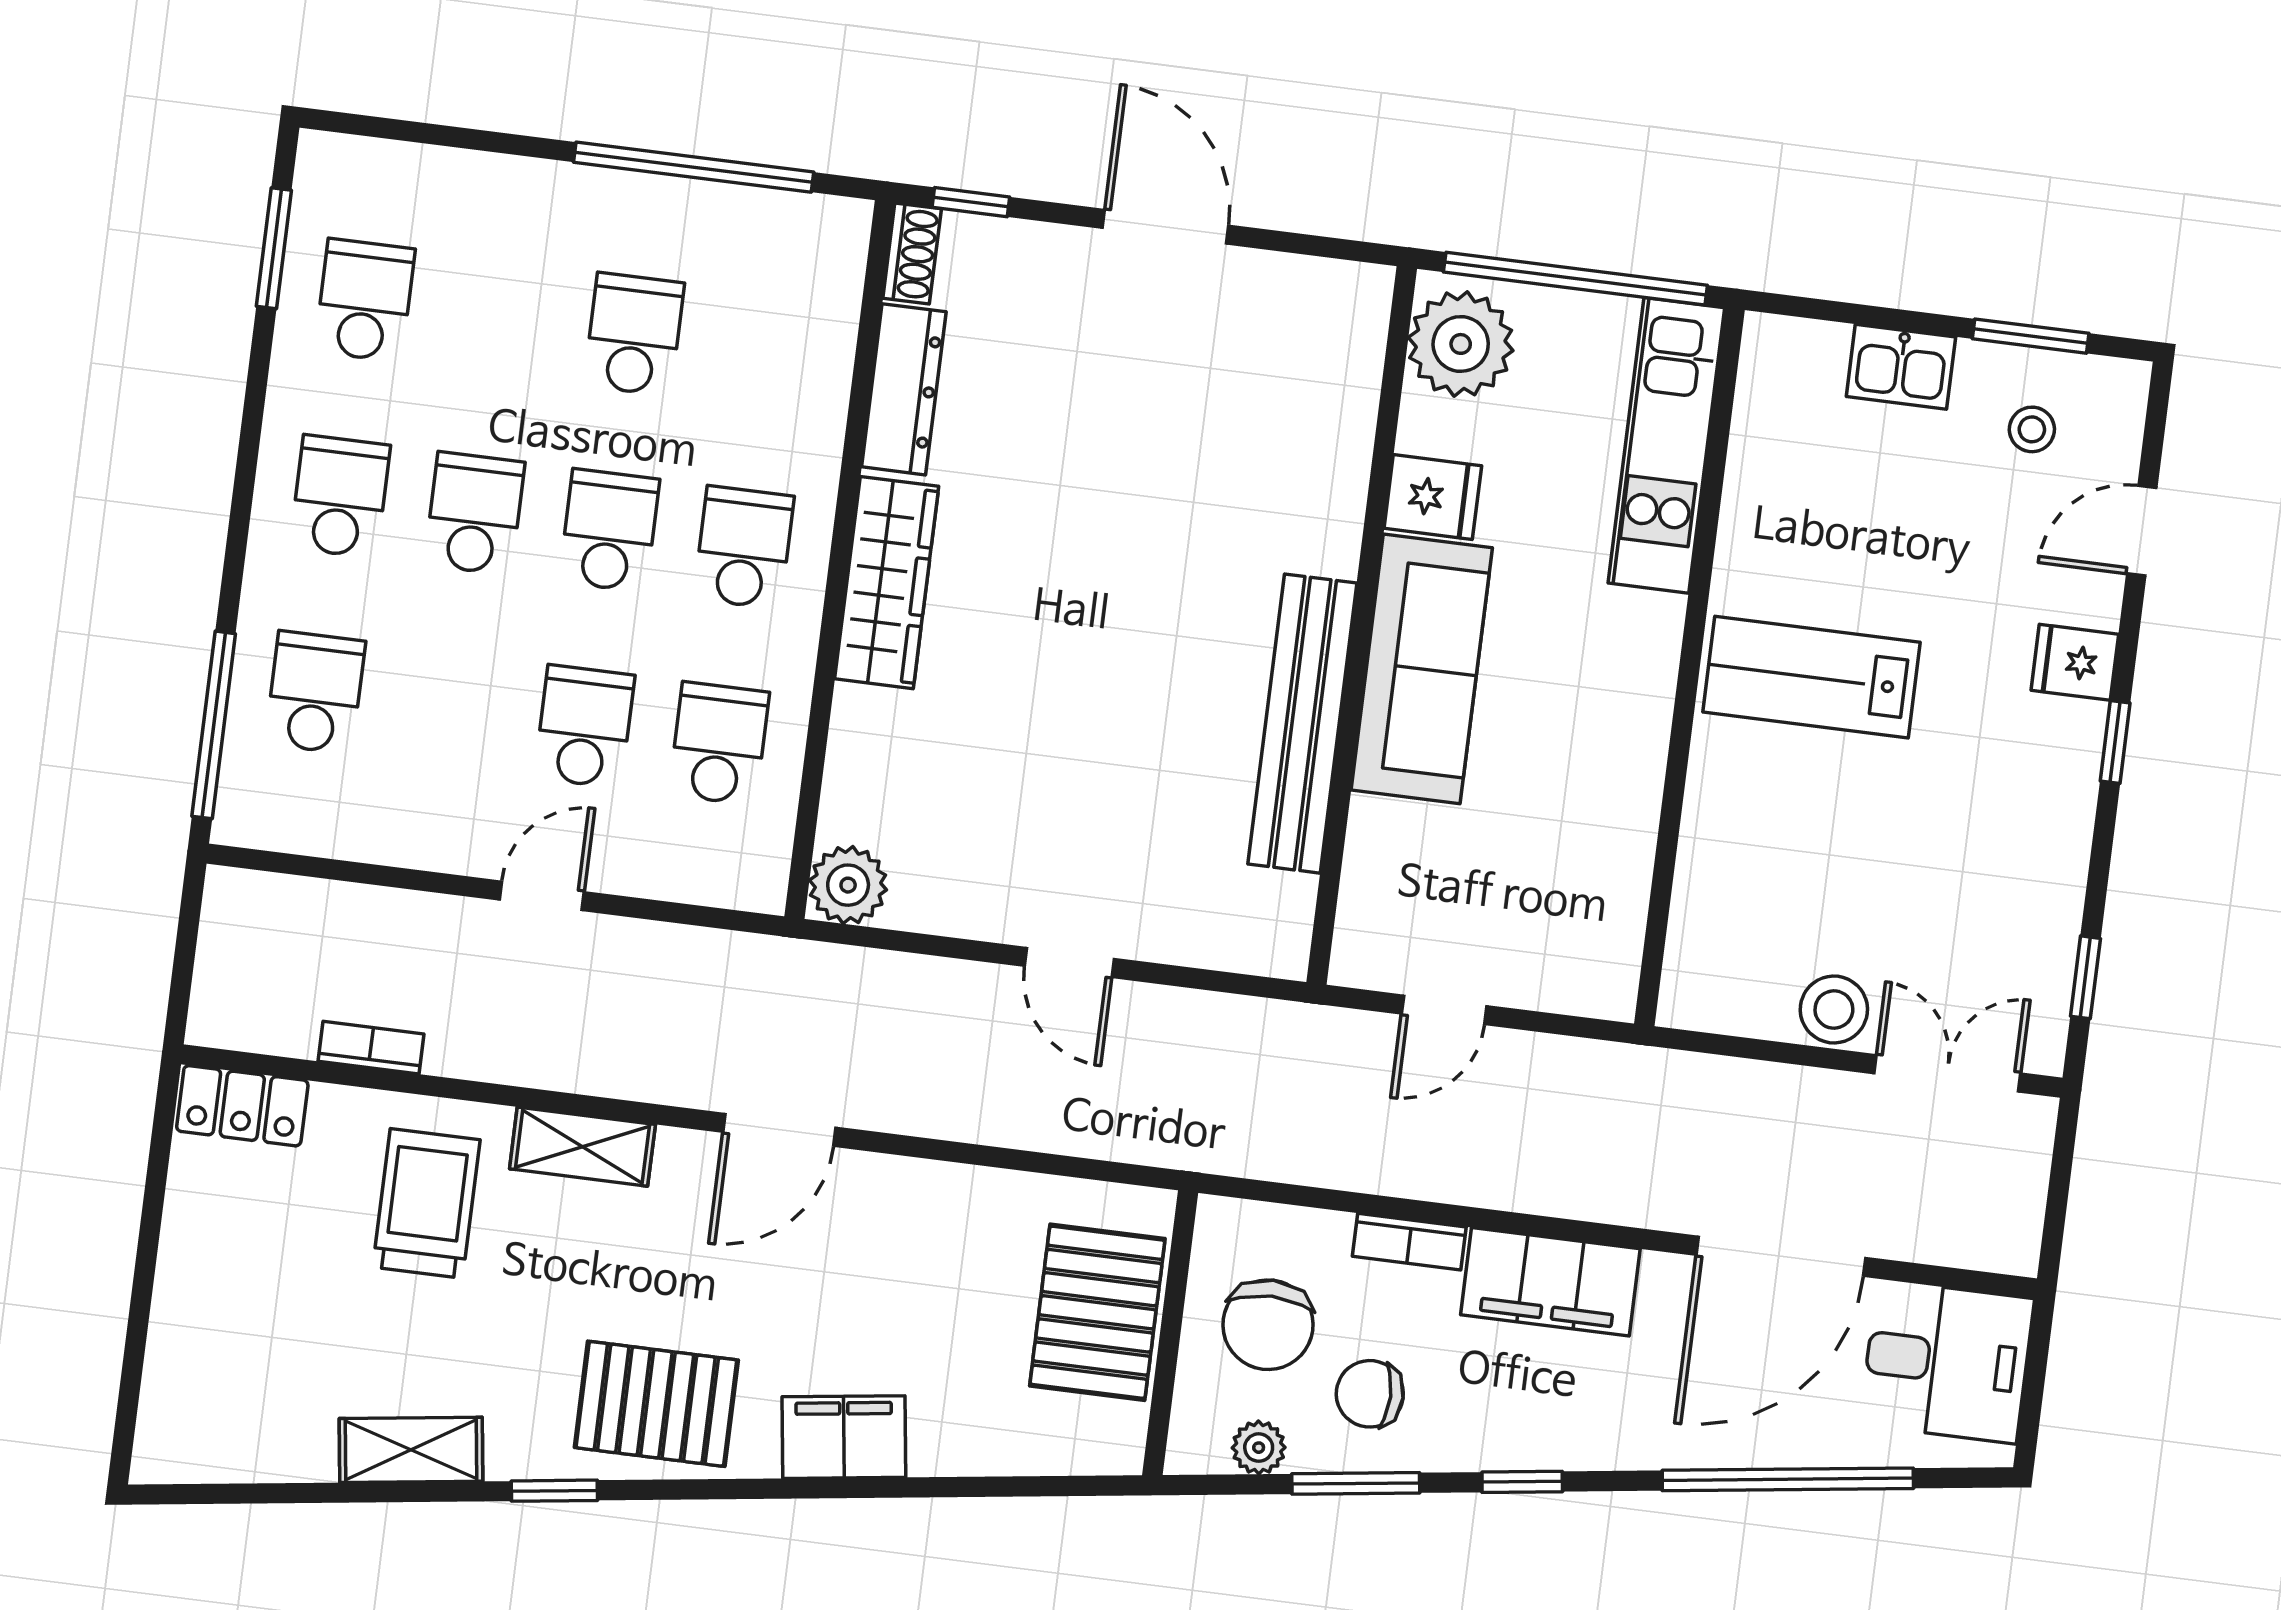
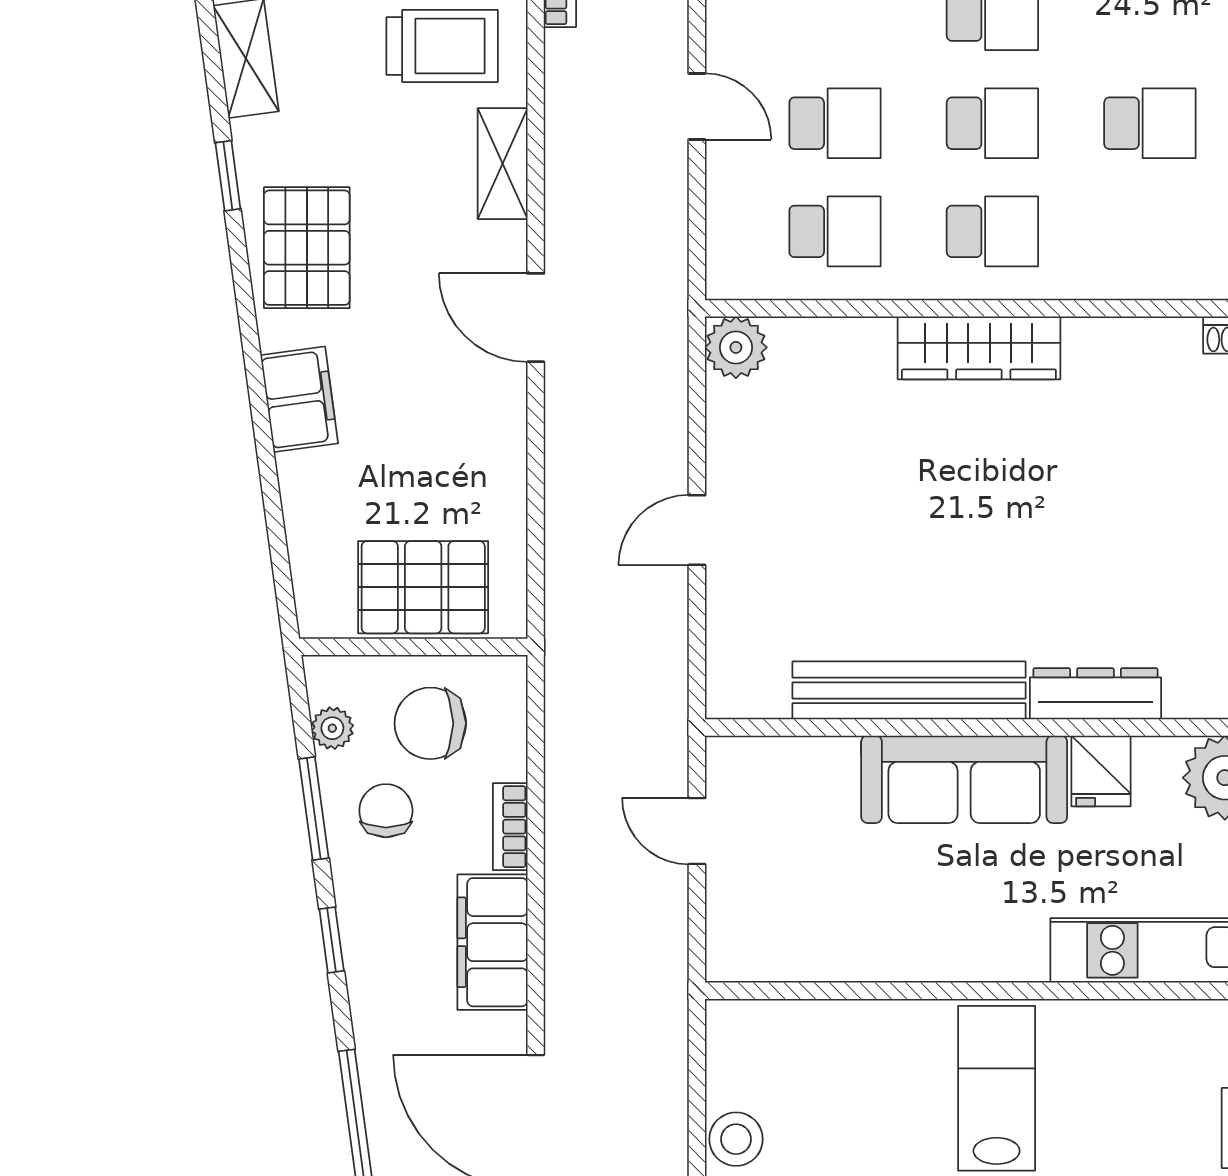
dresser: (904, 389) -> (1095, 694), moved, turned 180

